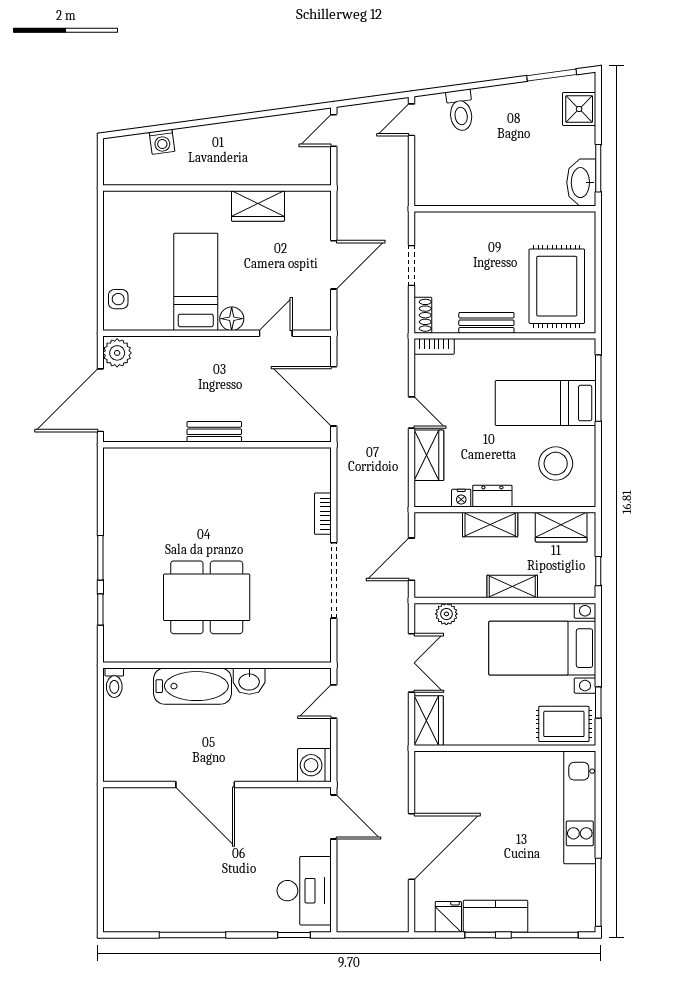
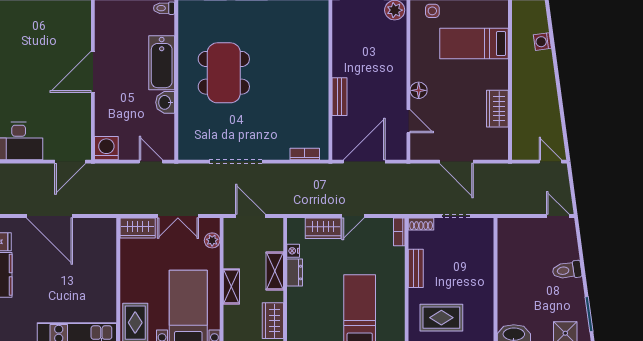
toilet: (460, 110) -> (567, 270), moved
bed: (196, 282) -> (474, 44), moved, turned 180
rug: (557, 286) -> (441, 318), width x0.73, depth x0.70
bench: (214, 432) -> (340, 97), moved
stool: (556, 464) -> (317, 317), removed
bookcase: (323, 514) -> (305, 154), moved

